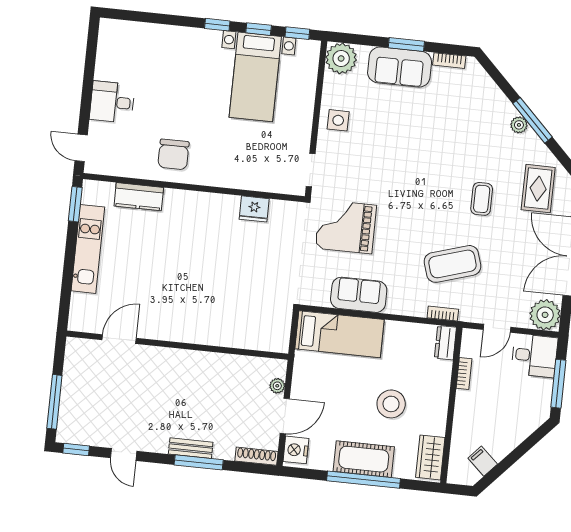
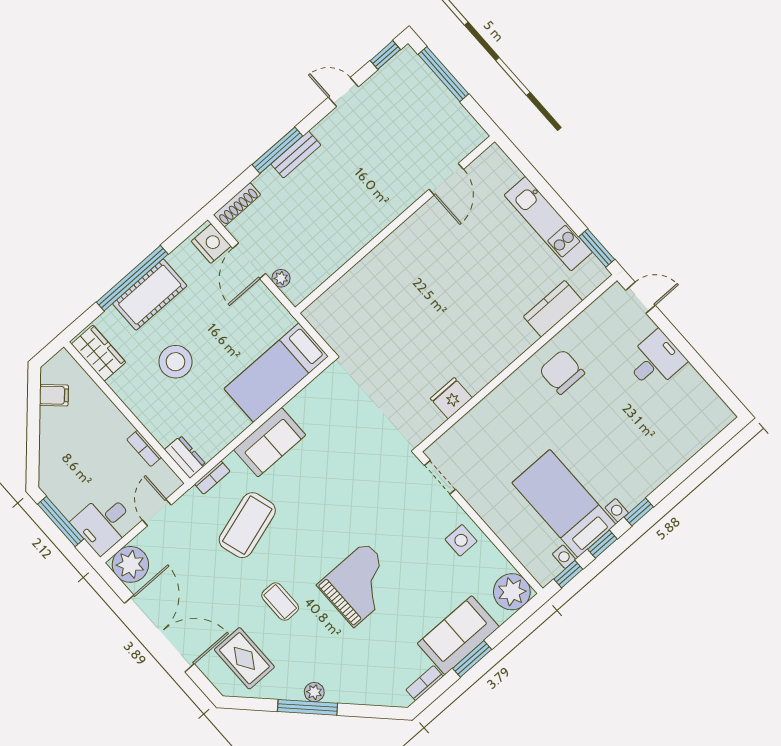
grand piano: (346, 227) -> (360, 585), moved
sofa: (359, 295) -> (270, 442), moved

